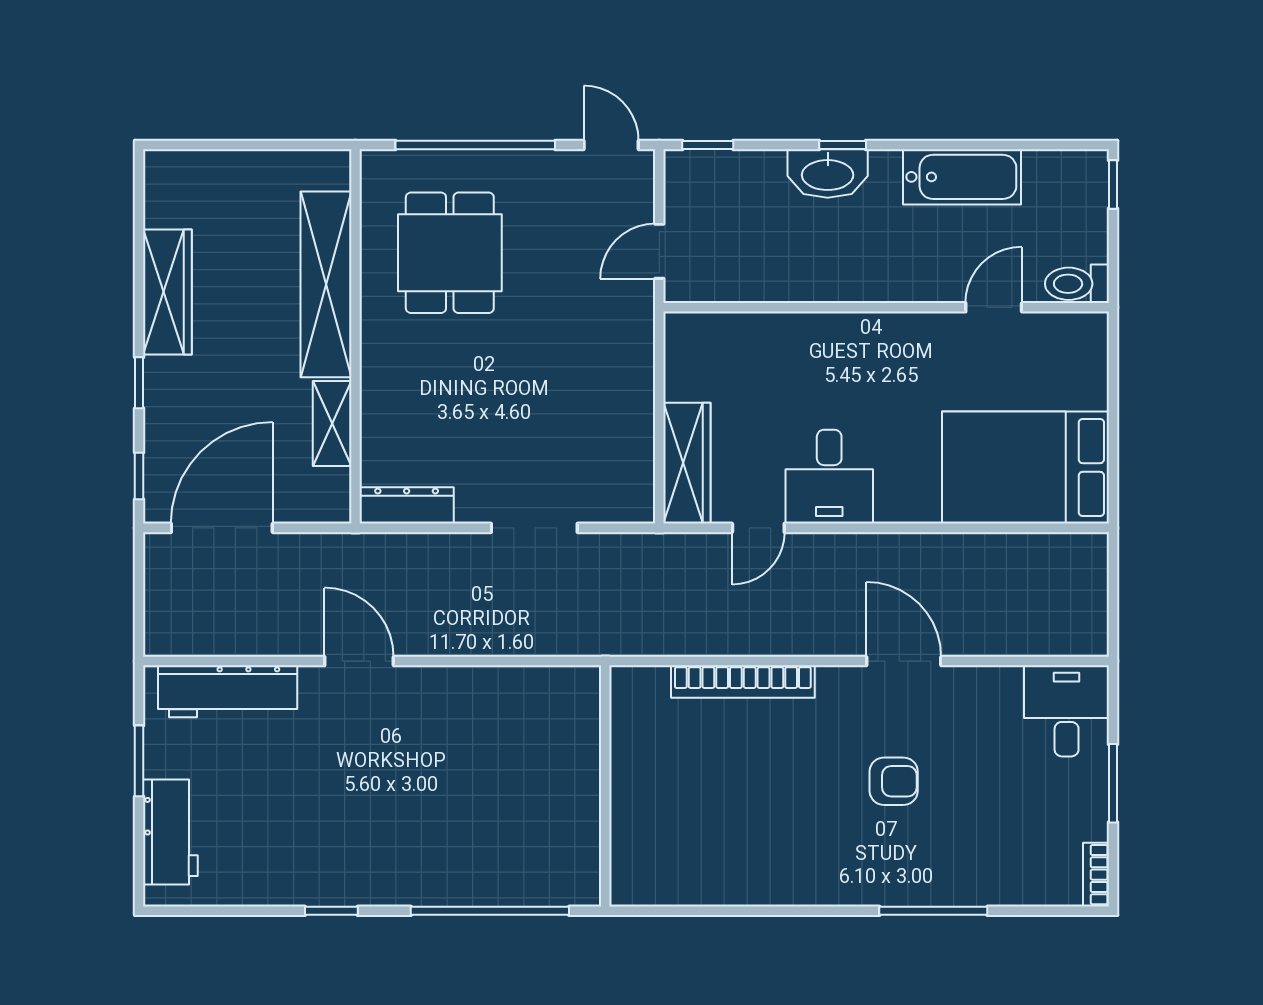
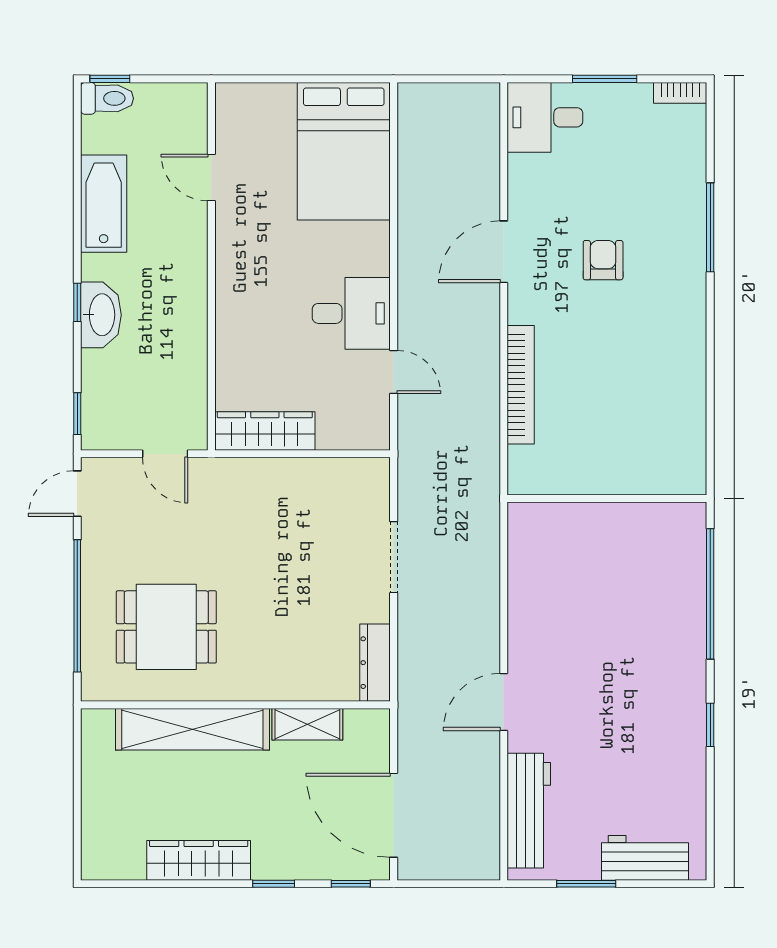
toilet: (1077, 284) -> (107, 98), moved, turned -90
wardrobe: (687, 463) -> (265, 431), moved

